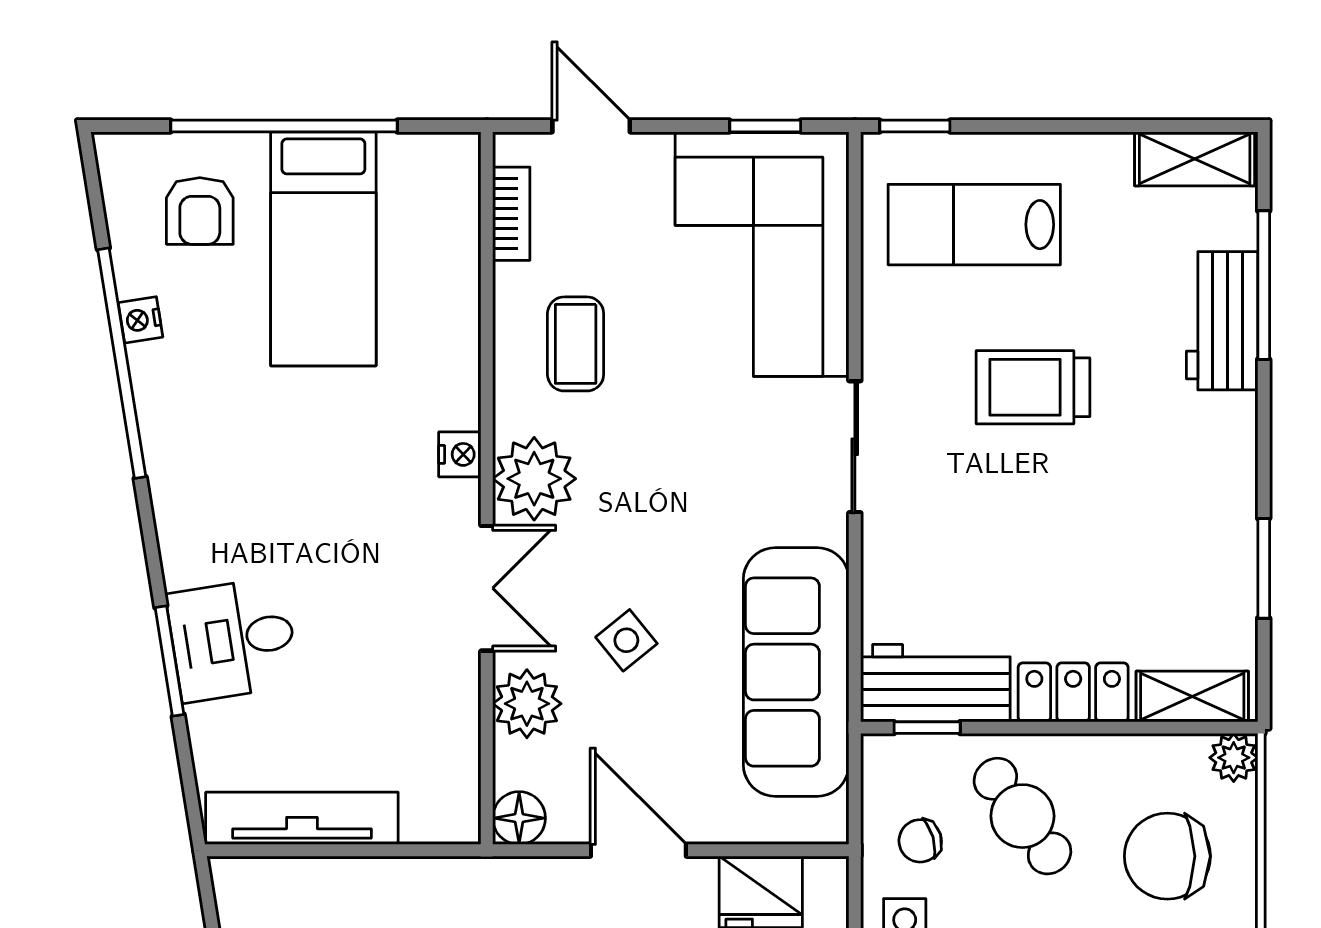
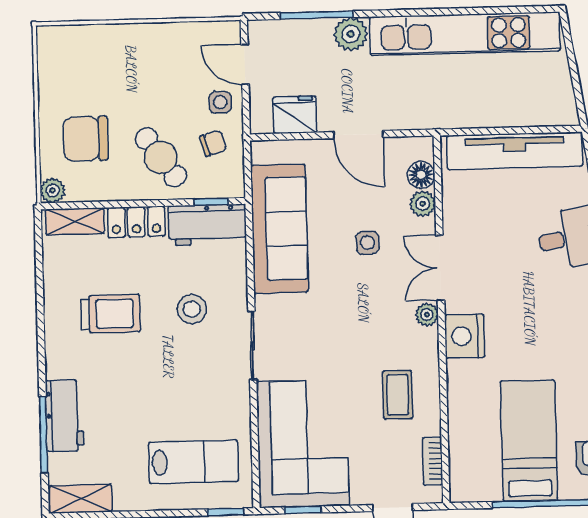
trolley: (1033, 387) -> (111, 314), moved
nightstand: (460, 454) -> (465, 336), width x1.89, depth x1.79
plant: (534, 479) -> (427, 315), width x0.53, depth x0.53
stool: (970, 521) -> (192, 309), added
window: (1264, 568) -> (40, 288), removed
side table: (626, 640) -> (367, 243), turned 37
plant: (527, 704) -> (423, 204), width x0.73, depth x0.73
tv unit: (302, 818) -> (515, 151), width x1.36, depth x1.29
floor lamp: (519, 818) -> (421, 175), moved
chair: (1167, 856) -> (85, 139), turned 180

